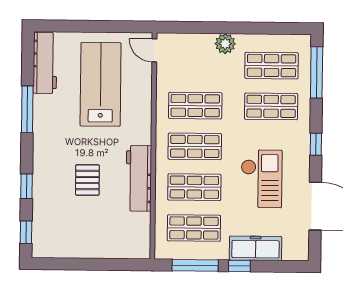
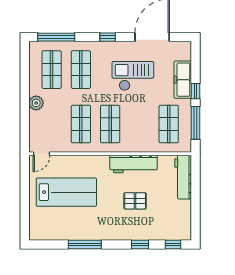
workbench: (45, 63) -> (183, 177), moved, turned -90
lab bench: (101, 84) -> (66, 192), turned 180
shop shelf: (194, 187) -> (139, 124), removed

